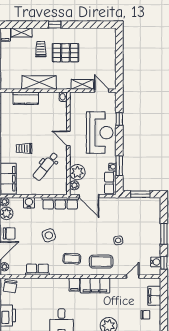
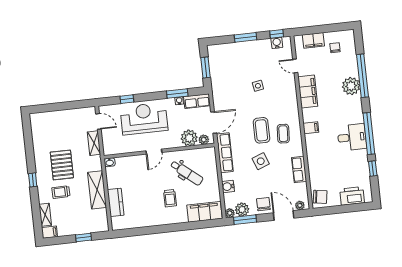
door: (102, 91) -> (98, 121), swing flipped
coffee table: (101, 262) -> (261, 130), moved
filing cabinet: (95, 285) -> (308, 92), moved

